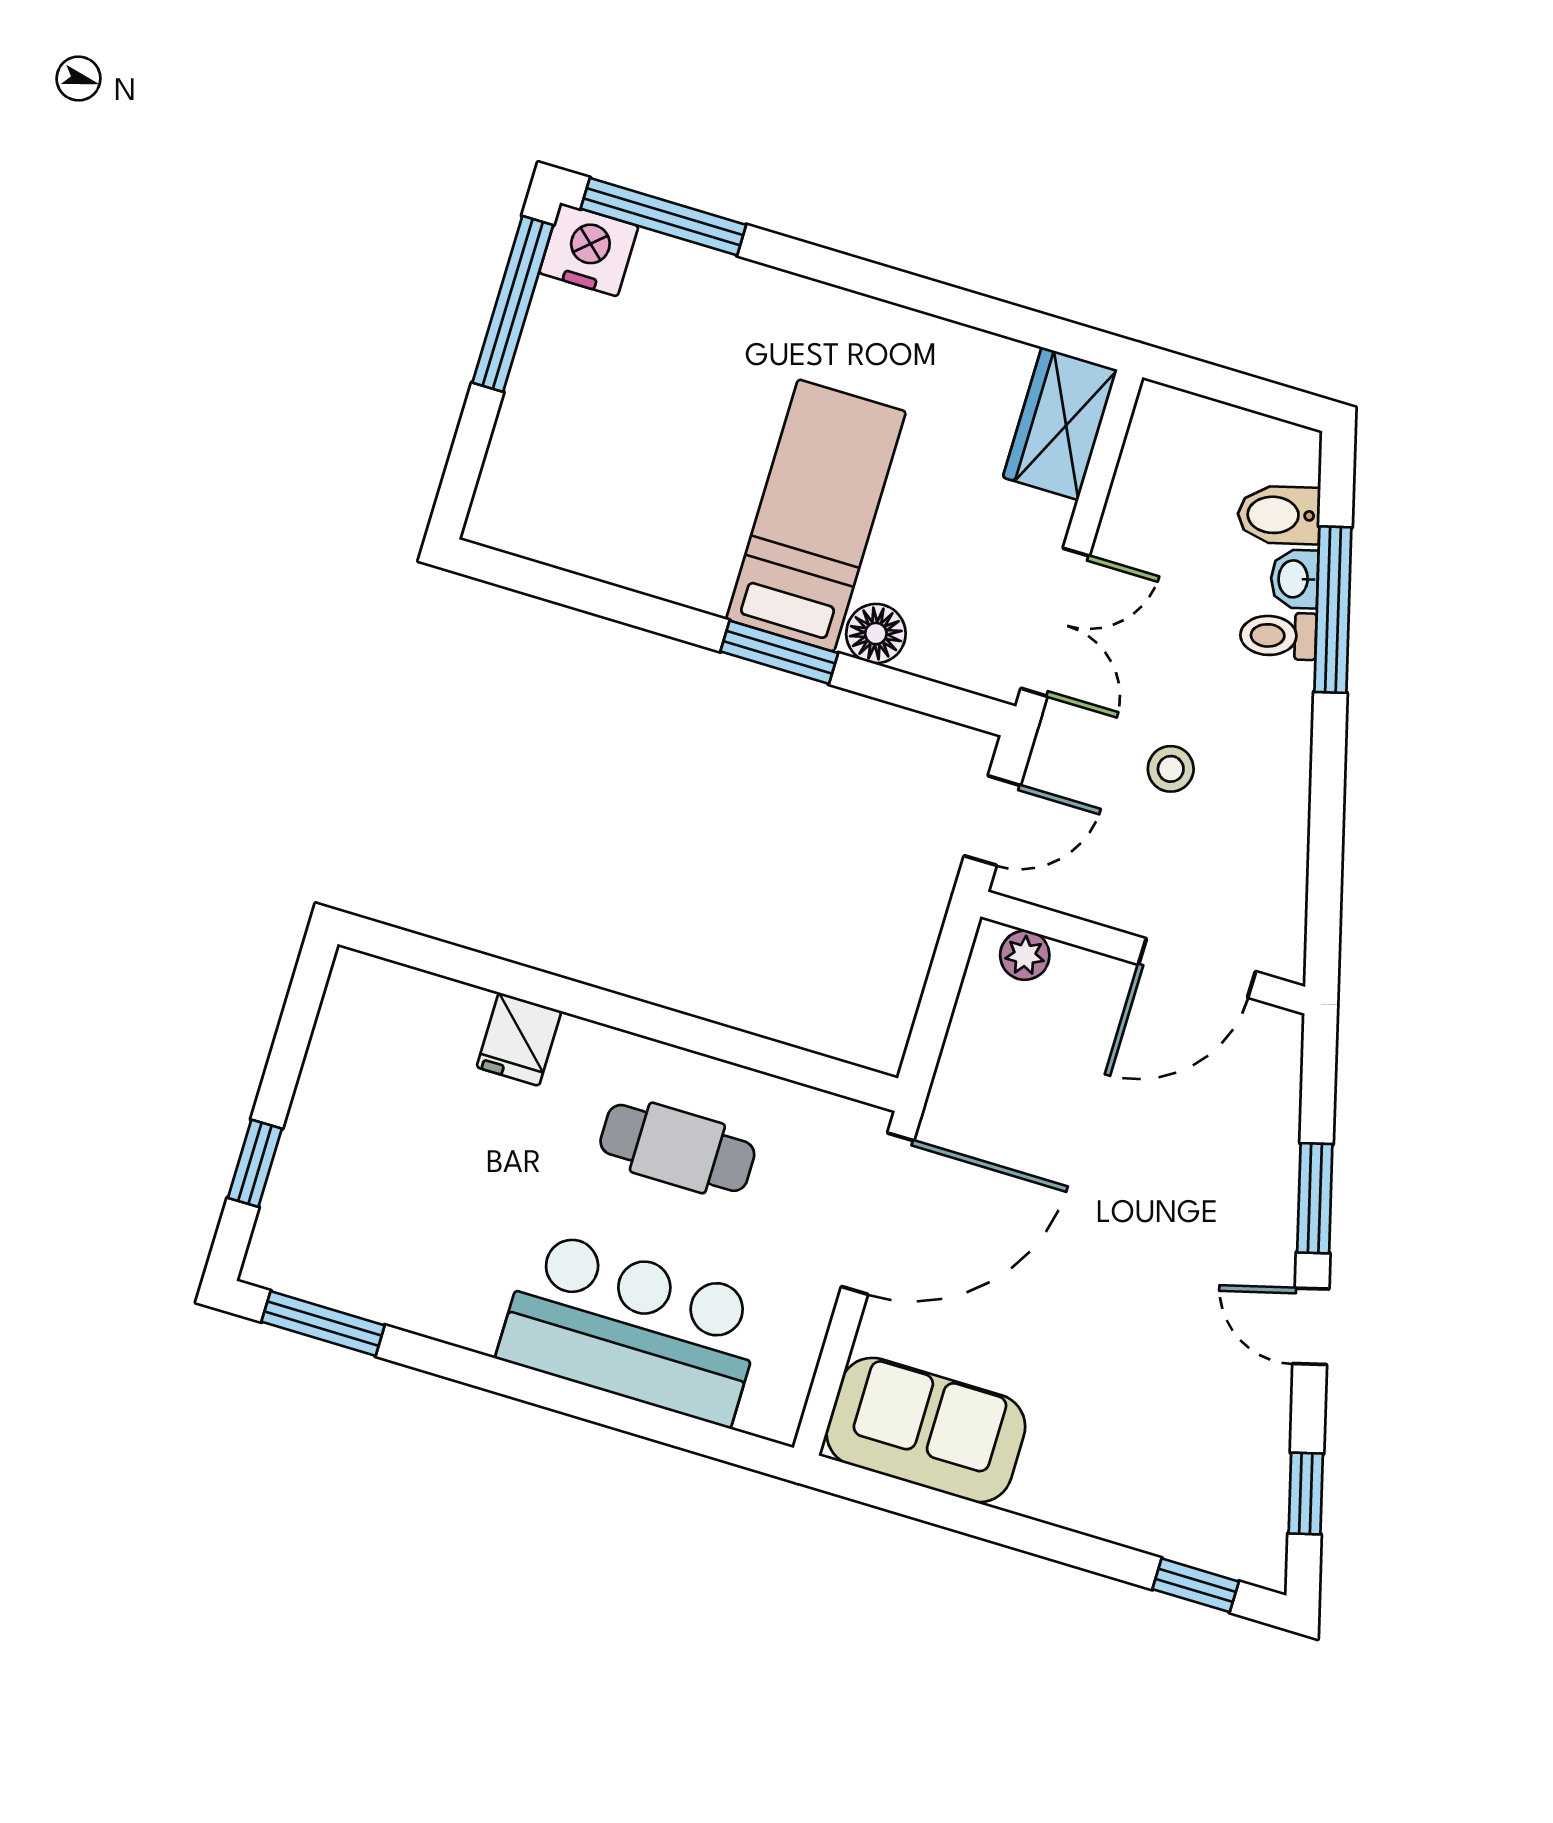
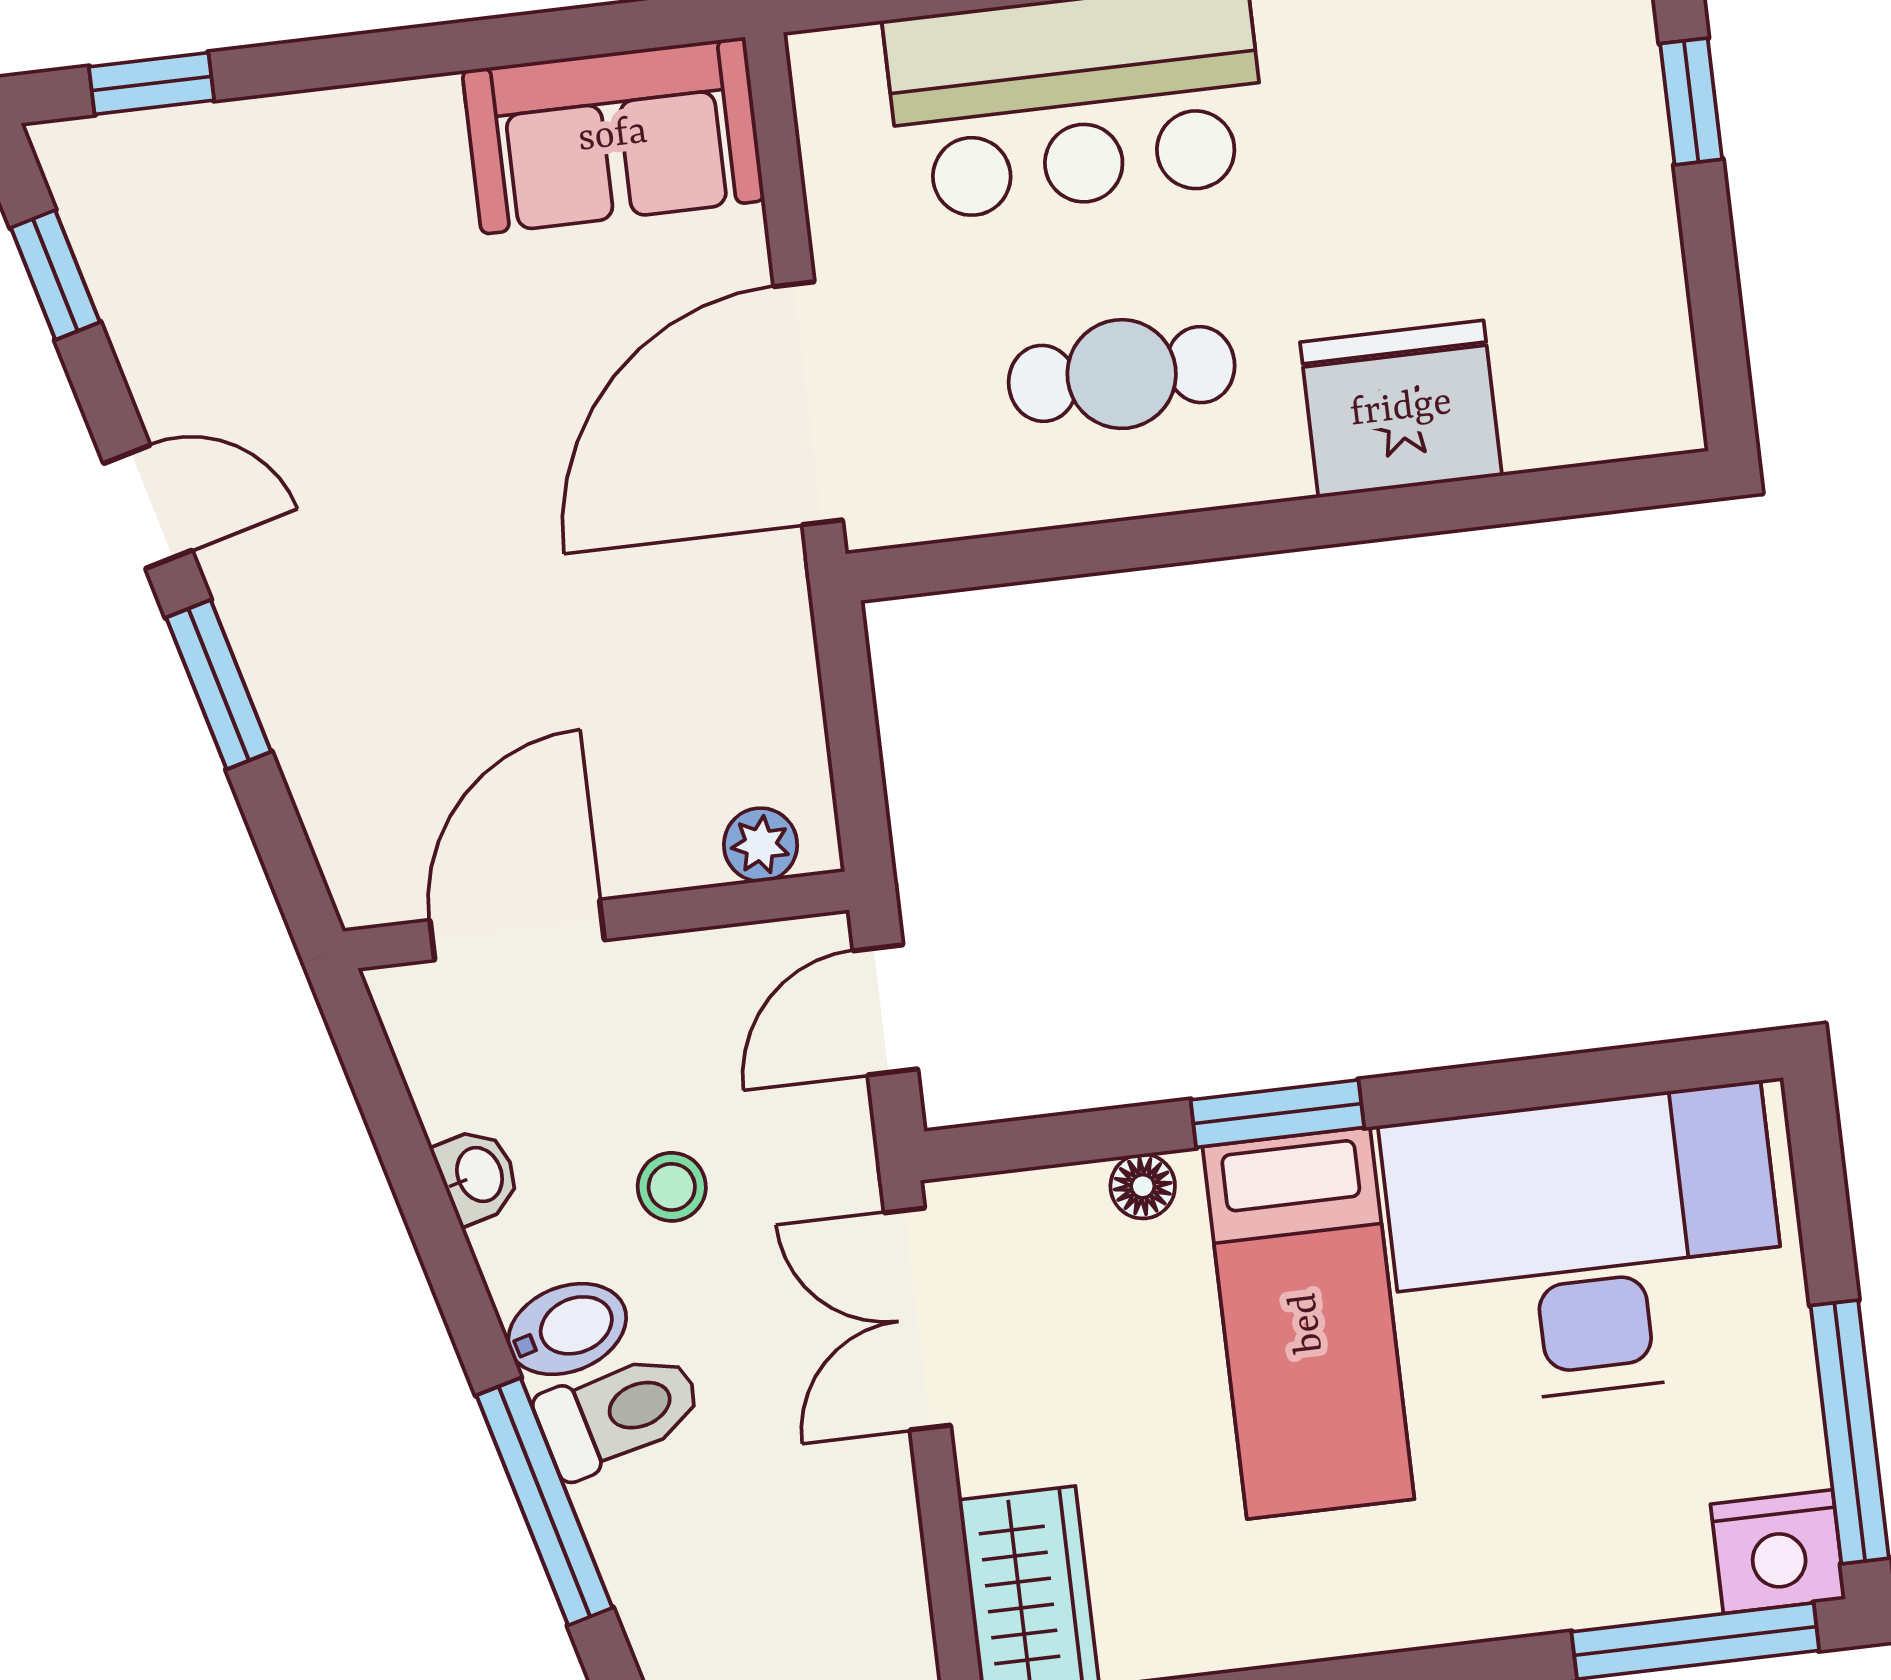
desk: (625, 488) -> (1586, 1246), added
bidet: (1279, 515) -> (567, 1329), moved
washbasin: (1294, 579) -> (478, 1175), moved
floor lamp: (876, 634) -> (1143, 1186), width x0.73, depth x0.73
toilet: (1278, 636) -> (619, 1413), width x1.37, depth x1.39
fridge: (519, 1039) -> (1401, 409), width x1.88, depth x1.34

